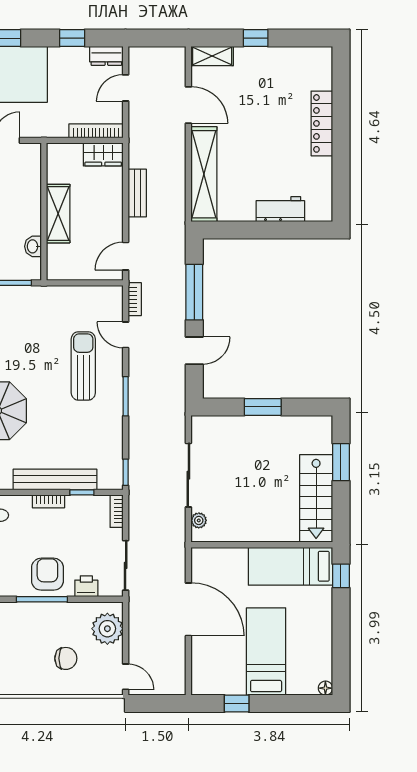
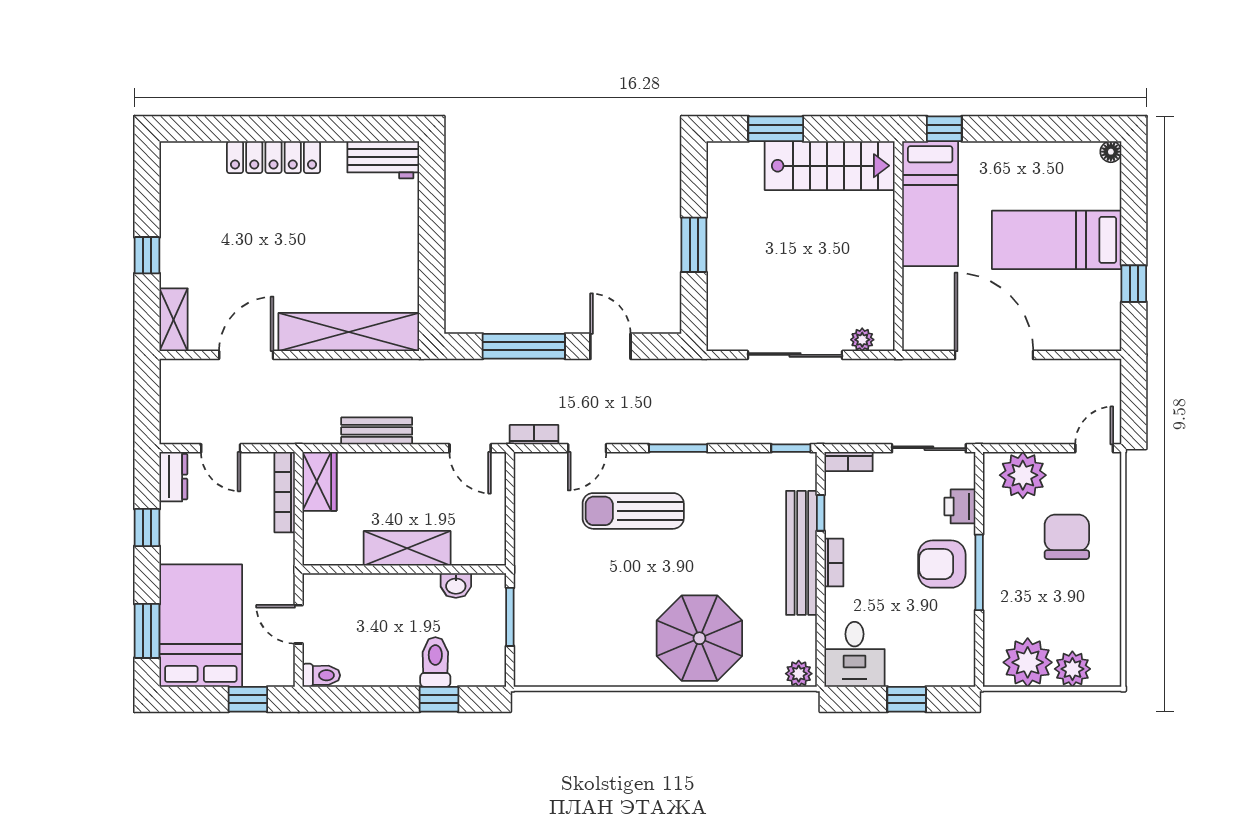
workbench: (280, 209) -> (383, 160), moved, turned -90
door: (188, 609) -> (994, 355), hinge flipped
chair: (66, 658) -> (1067, 537), width x1.37, depth x1.37

